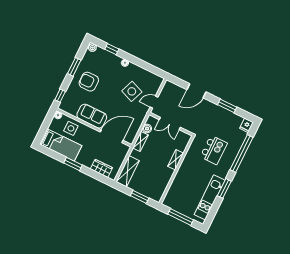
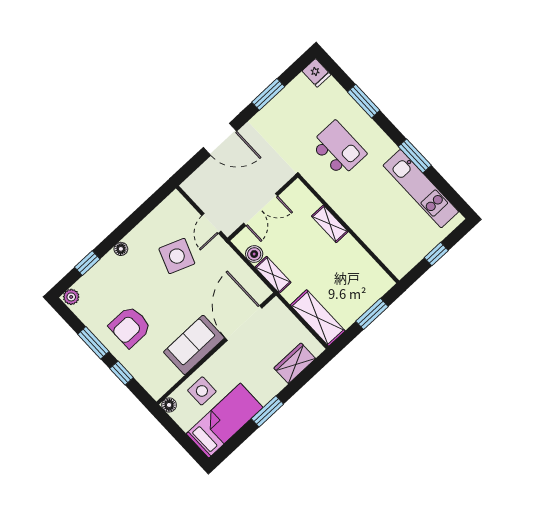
door: (196, 91) -> (220, 139), hinge flipped
window: (60, 96) -> (122, 373), moved
window: (242, 153) -> (364, 101), width x0.47
window: (181, 217) -> (436, 254), width x0.46

